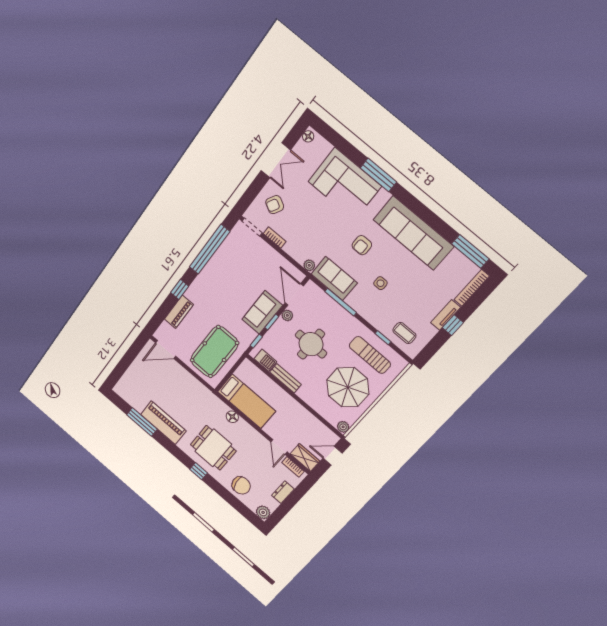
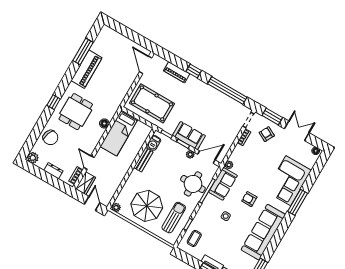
double door: (276, 160) -> (297, 131), swing flipped
window: (252, 193) -> (272, 117), added
round table: (311, 344) -> (193, 184), moved
door: (279, 447) -> (89, 163), hinge flipped
chair: (241, 485) -> (50, 138), turned -63

